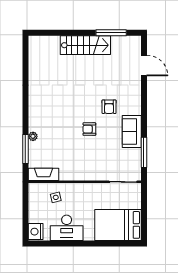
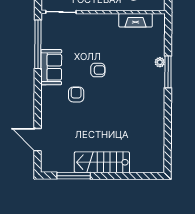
window: (25, 149) -> (168, 72), moved
window: (144, 152) -> (38, 44), width x1.46
fireplace: (43, 174) -> (136, 20), moved

